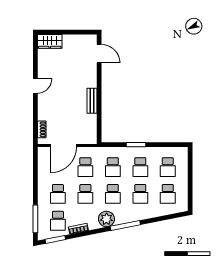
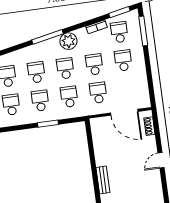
door: (35, 86) -> (161, 160), moved
bench: (92, 101) -> (103, 180), moved
door: (64, 146) -> (124, 112), swing flipped

